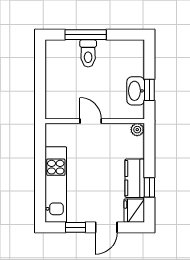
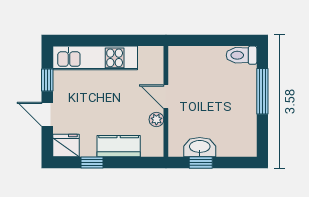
toilet: (88, 53) -> (242, 55), moved
door: (91, 121) -> (166, 97), swing flipped
plant: (137, 130) -> (156, 119), moved
kitchen counter: (135, 178) -> (119, 146), moved

